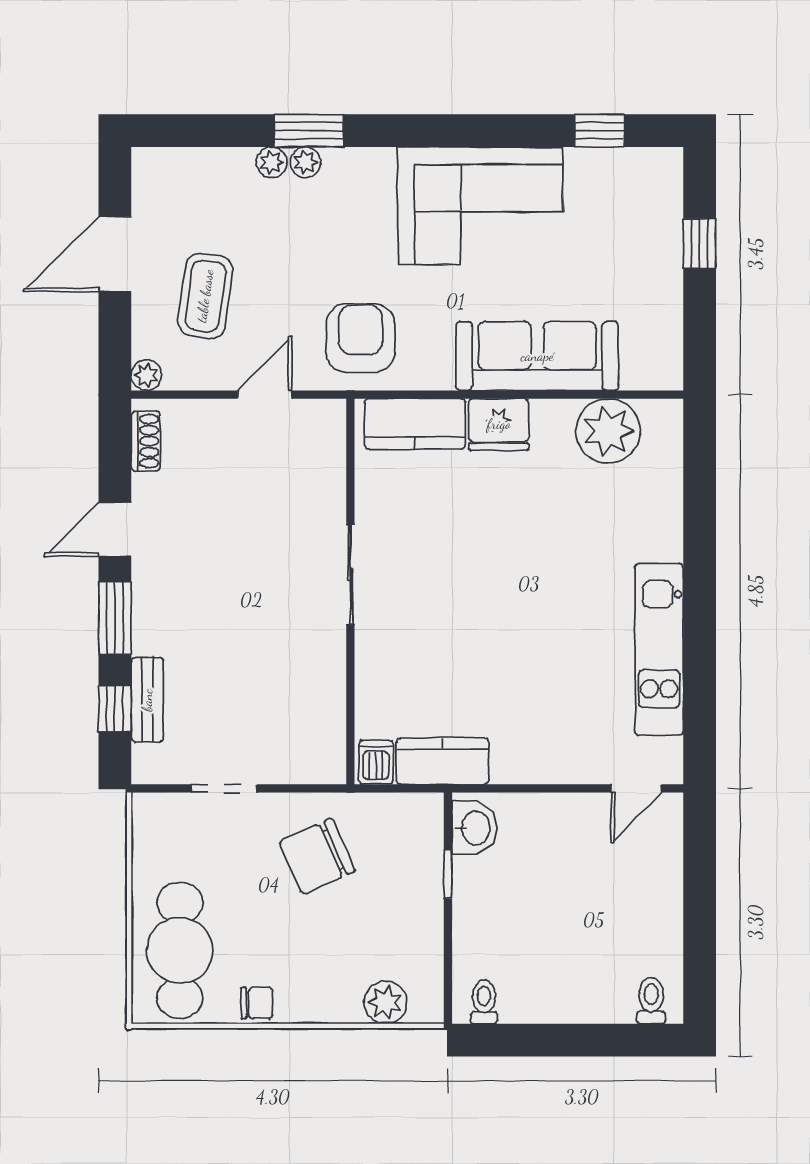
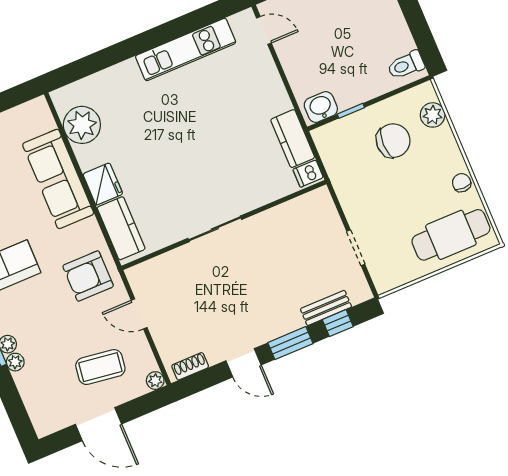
chair: (317, 856) -> (393, 141), moved, turned -66
toilet: (484, 1002) -> (406, 65), width x1.37, depth x1.39

